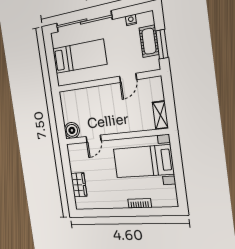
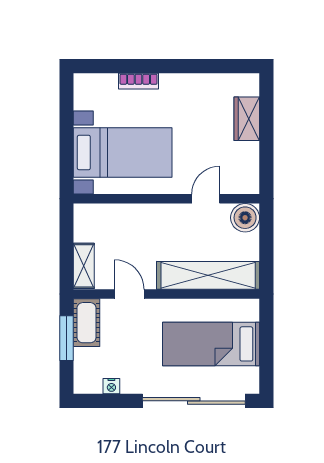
cot: (149, 41) -> (87, 323), moved
door: (128, 78) -> (129, 294), hinge flipped
shelving: (86, 96) -> (208, 275), added
shelving: (160, 115) -> (84, 266), moved

